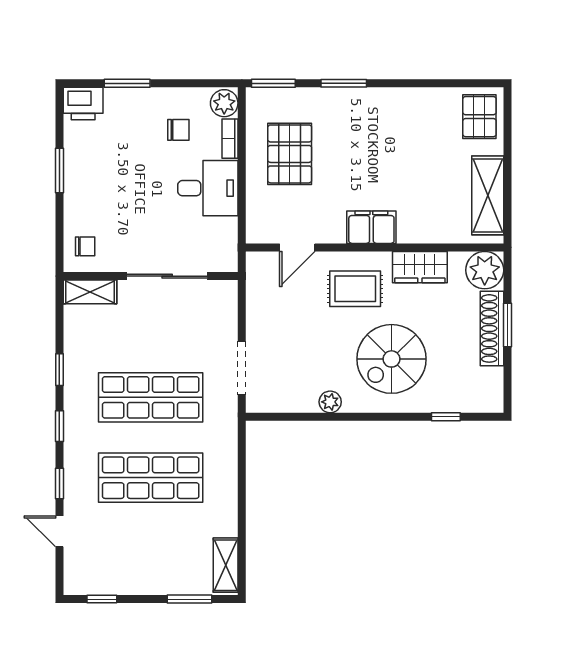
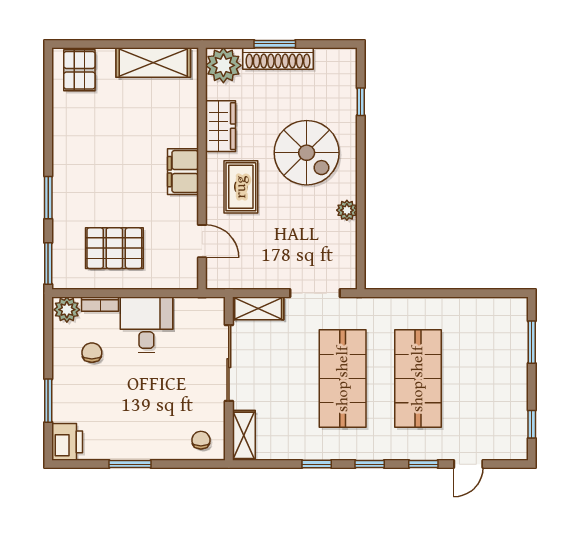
pallet: (479, 117) -> (79, 70), turned 90
shelving: (226, 565) -> (258, 308), moved

